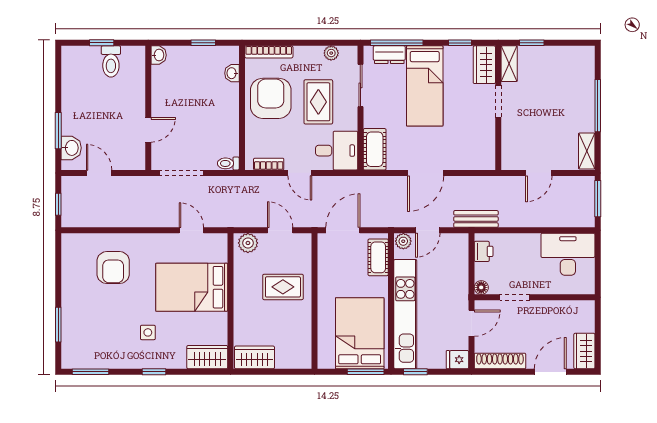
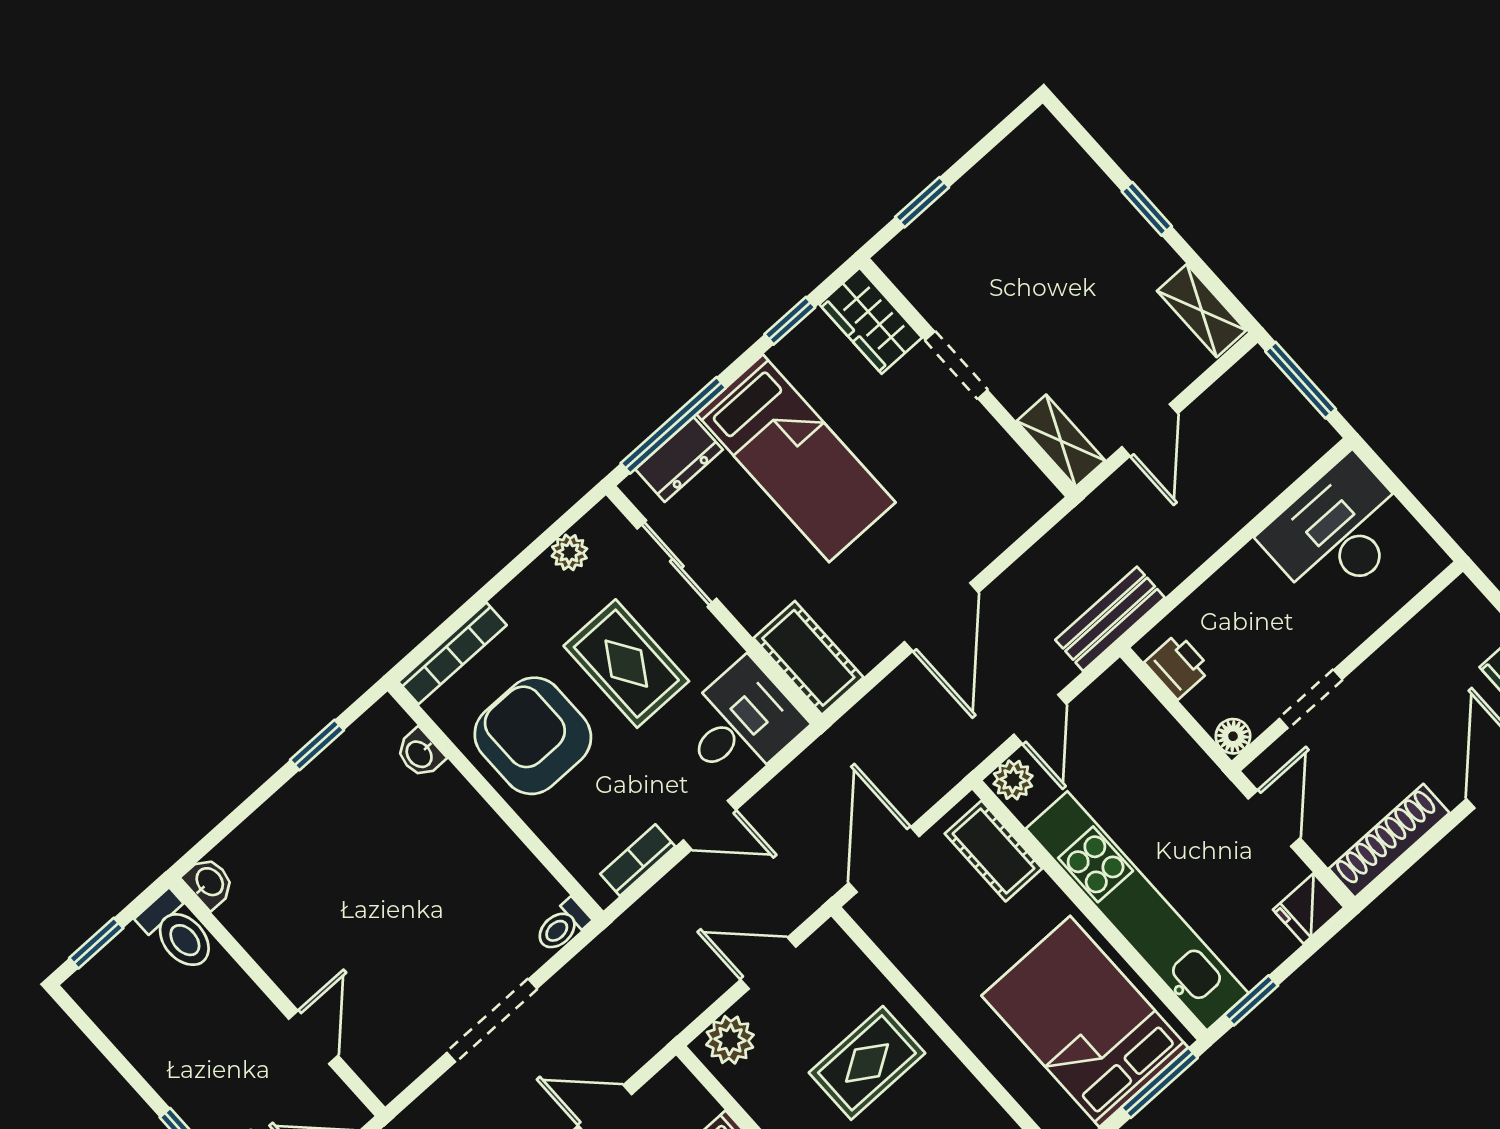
window: (102, 43) -> (96, 943), moved
washbasin: (159, 55) -> (209, 882), moved
shelving: (509, 64) -> (1061, 441), moved
window: (598, 106) -> (1147, 209), width x0.46
wall: (148, 108) -> (277, 997), moved
door: (148, 130) -> (313, 1037), moved

